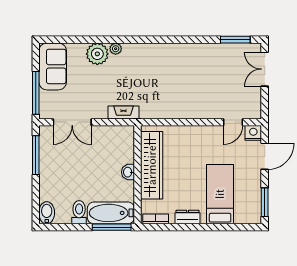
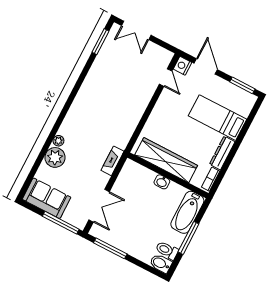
toilet: (79, 212) -> (167, 250), moved
dresser: (188, 217) -> (222, 153), width x1.44
window: (112, 227) -> (188, 238), moved

